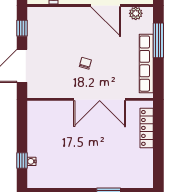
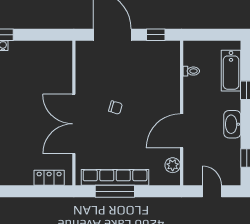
window: (158, 40) -> (115, 191), moved
locker: (147, 128) -> (49, 178), width x0.66

